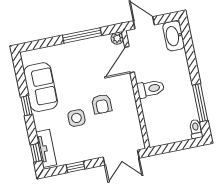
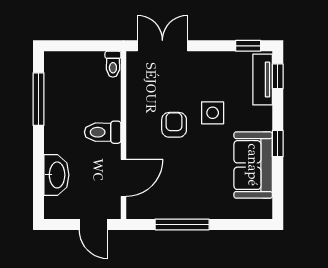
washbasin: (174, 36) -> (56, 175), moved
plant: (117, 38) -> (134, 211), removed
toilet: (196, 129) -> (113, 64), moved
window: (75, 167) -> (248, 46), moved

